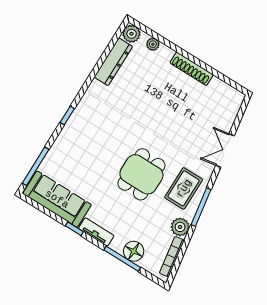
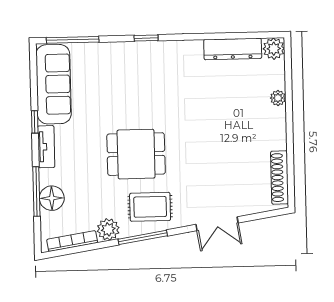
plant: (153, 44) -> (278, 98), moved
shoe rack: (192, 69) -> (280, 178), moved
double door: (225, 151) -> (217, 224), swing flipped

